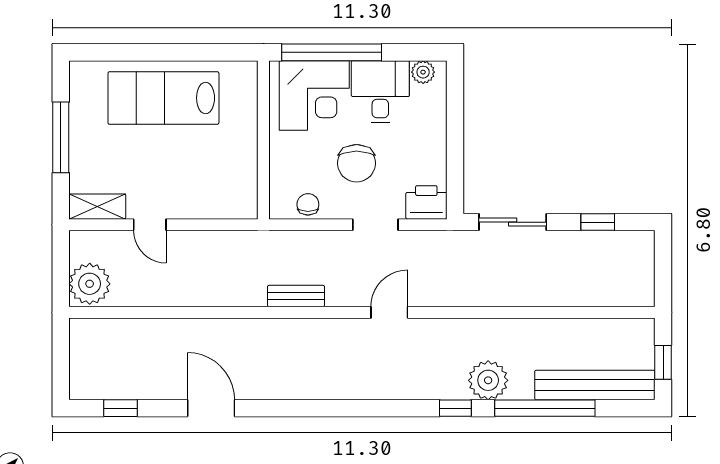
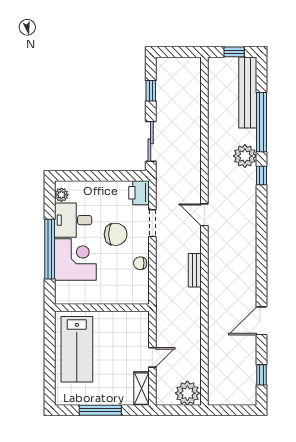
wall: (263, 140) -> (102, 308), moved

